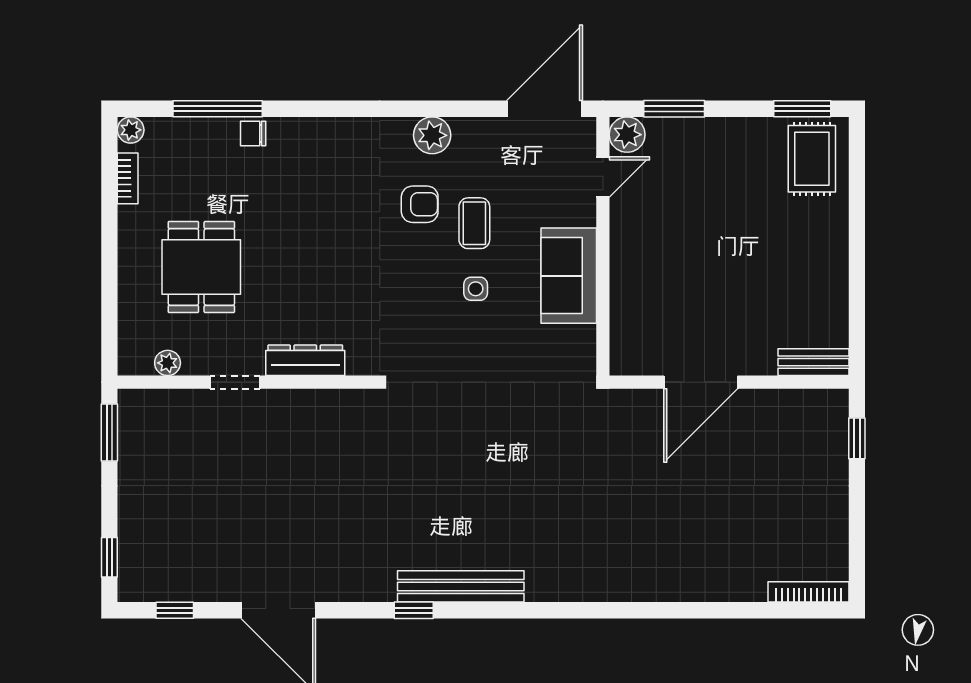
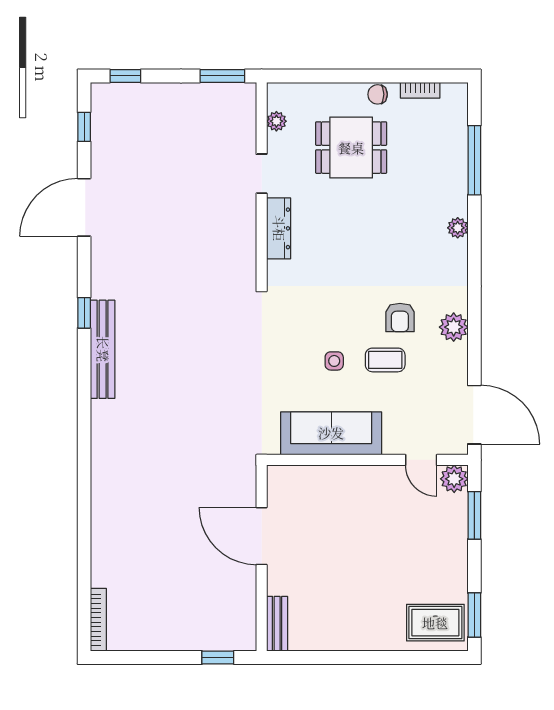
plant: (131, 130) -> (458, 228), moved
chair: (253, 133) -> (378, 94), moved, turned -90
sofa: (569, 276) -> (331, 433), width x1.36

